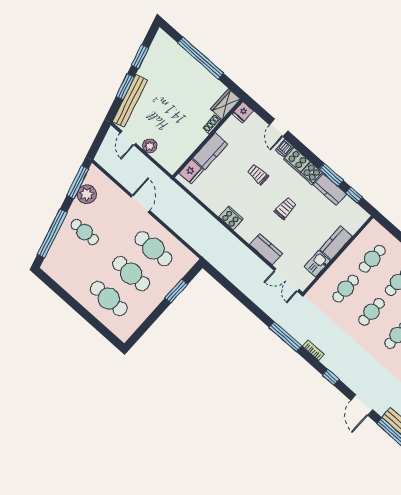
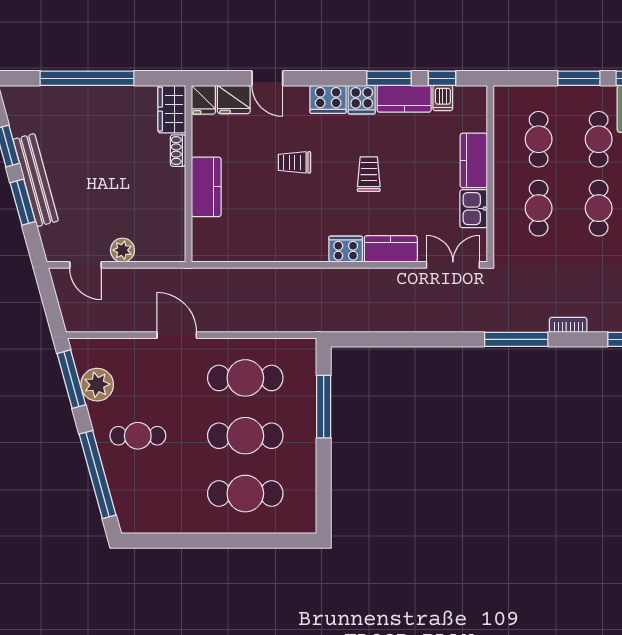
bench: (130, 101) -> (36, 180), moved
dishwasher: (284, 148) -> (443, 98), moved
fridge: (191, 171) -> (234, 99), moved, turned 90
cooker: (231, 218) -> (346, 249), moved
double door: (287, 280) -> (453, 265), swing flipped
window: (176, 291) -> (324, 407), width x1.44

